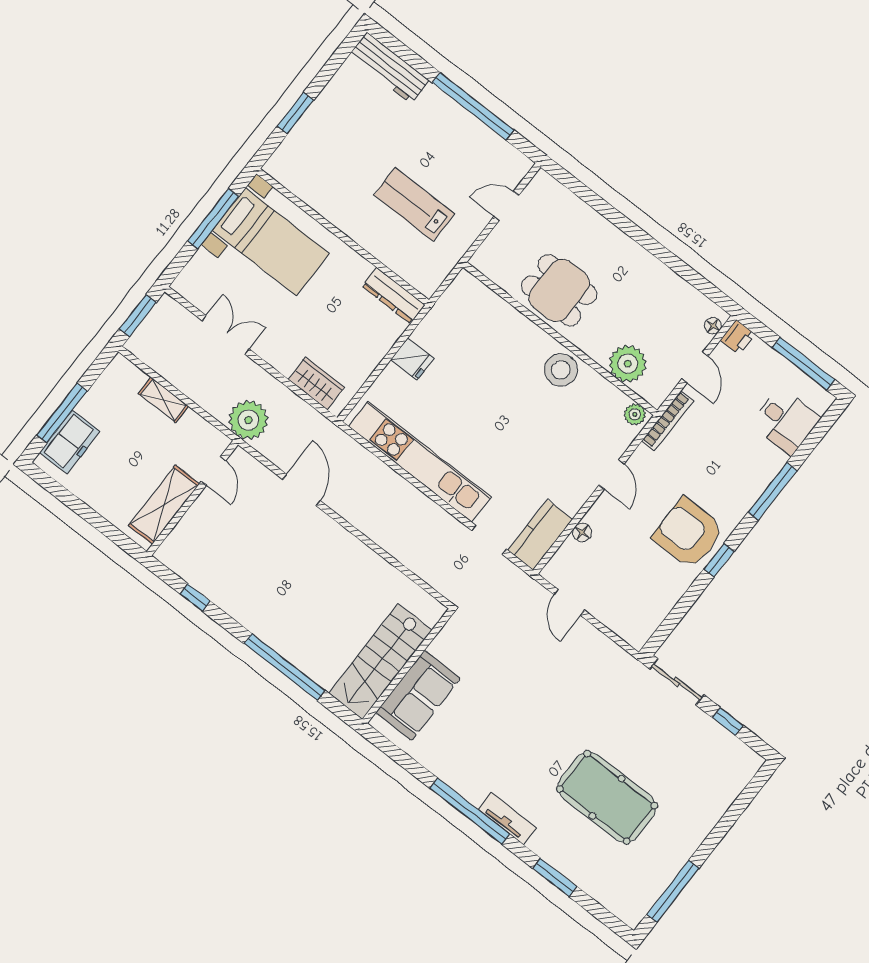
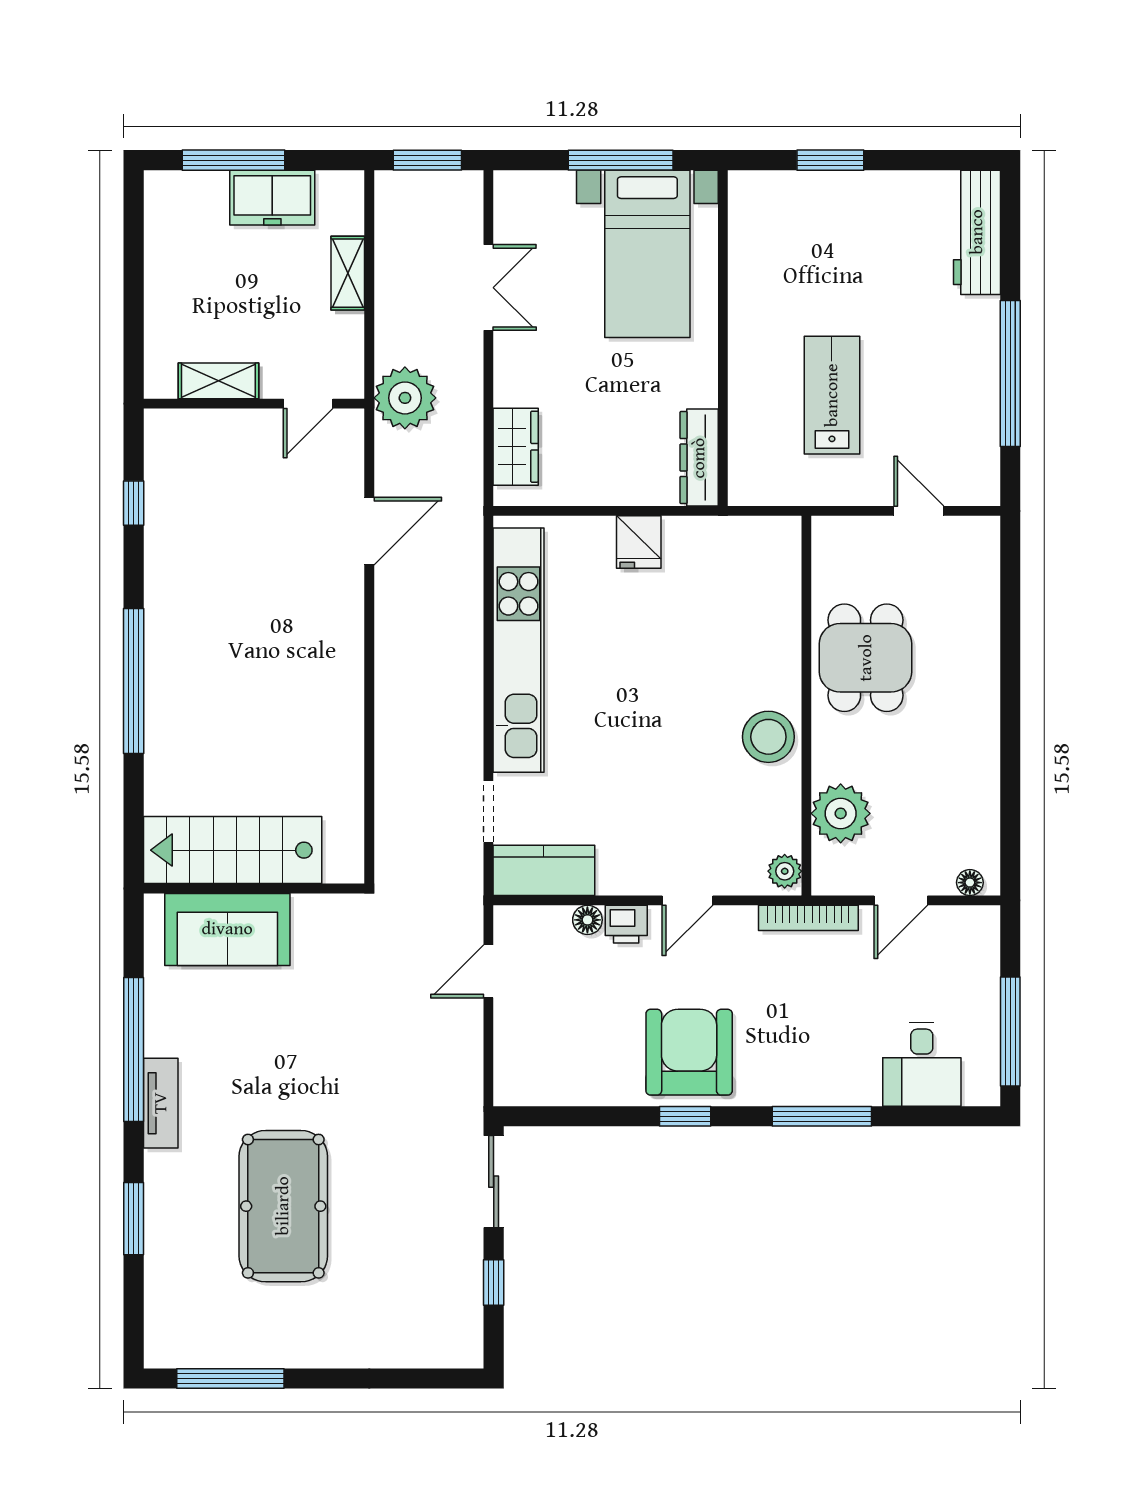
printer: (738, 337) -> (626, 924), moved
freezer: (70, 442) -> (272, 198), moved
shelving: (164, 505) -> (218, 381), width x0.67, depth x0.75
stairs: (380, 662) -> (233, 850), moved
wall: (408, 666) -> (254, 888), moved
sofa: (418, 695) -> (227, 929), moved

